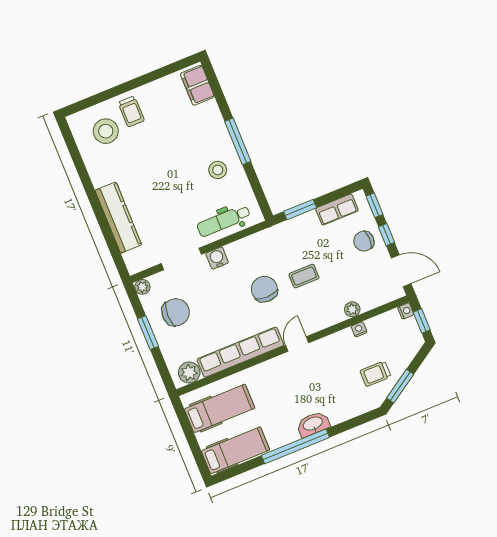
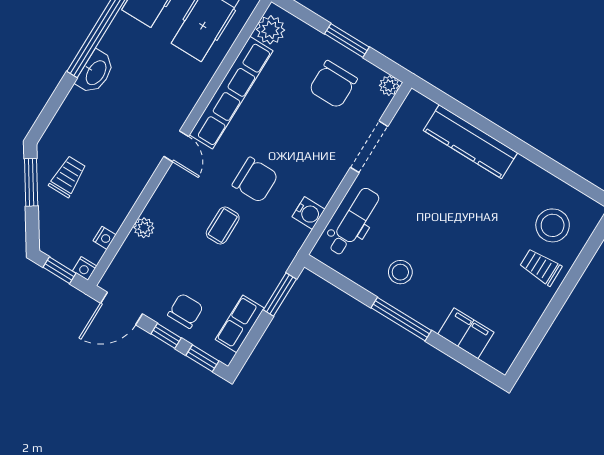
filing cabinet: (197, 85) -> (466, 333), moved
water cooler: (217, 258) -> (309, 213), moved
nightstand: (359, 329) -> (105, 238), moved

